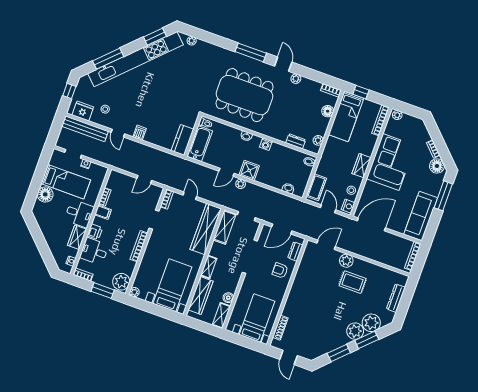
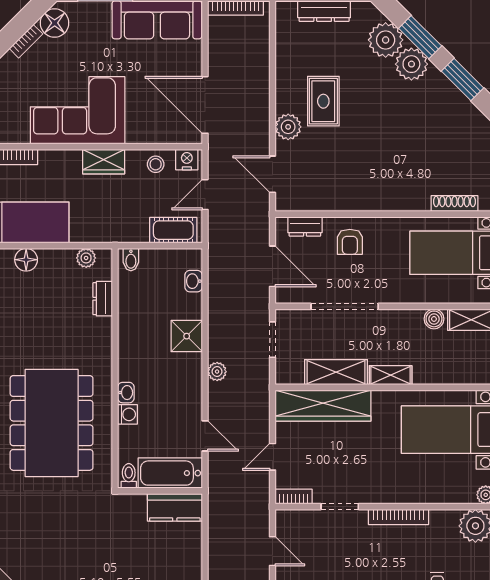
washing machine: (266, 144) -> (127, 414), moved
shower: (249, 170) -> (187, 336), moved
door: (227, 172) -> (205, 436), moved
shelving: (225, 227) -> (336, 372), moved
wardrobe: (201, 296) -> (448, 371), removed

